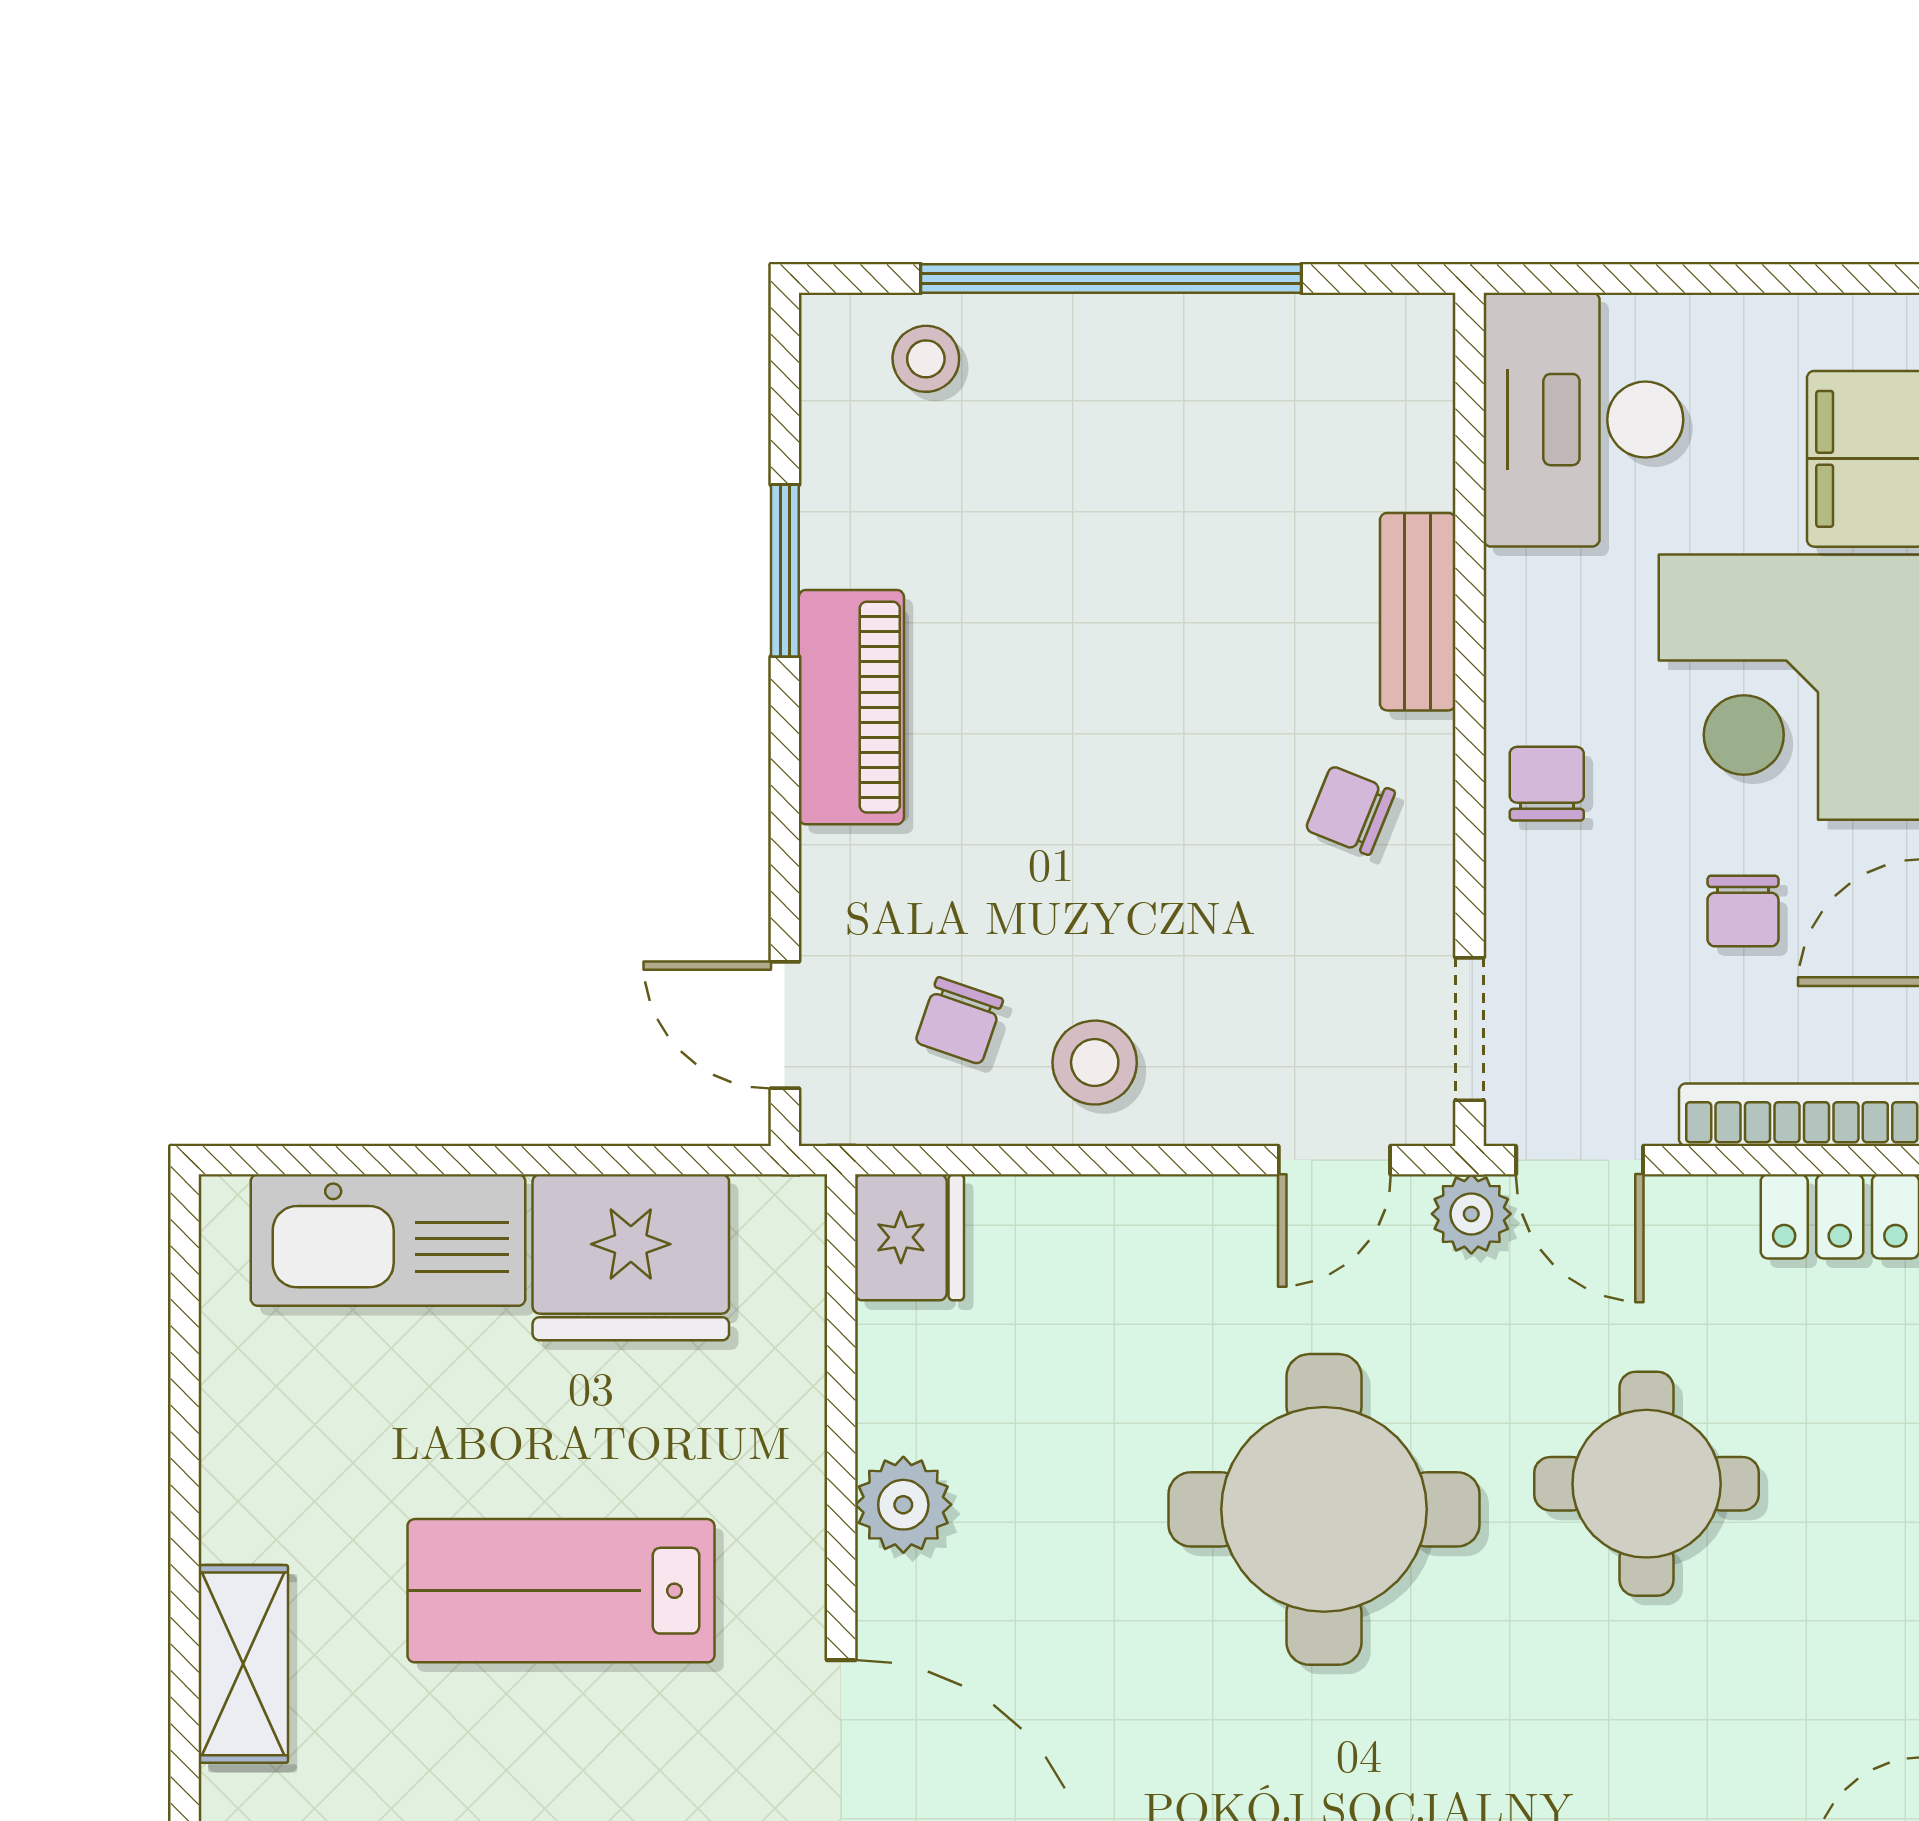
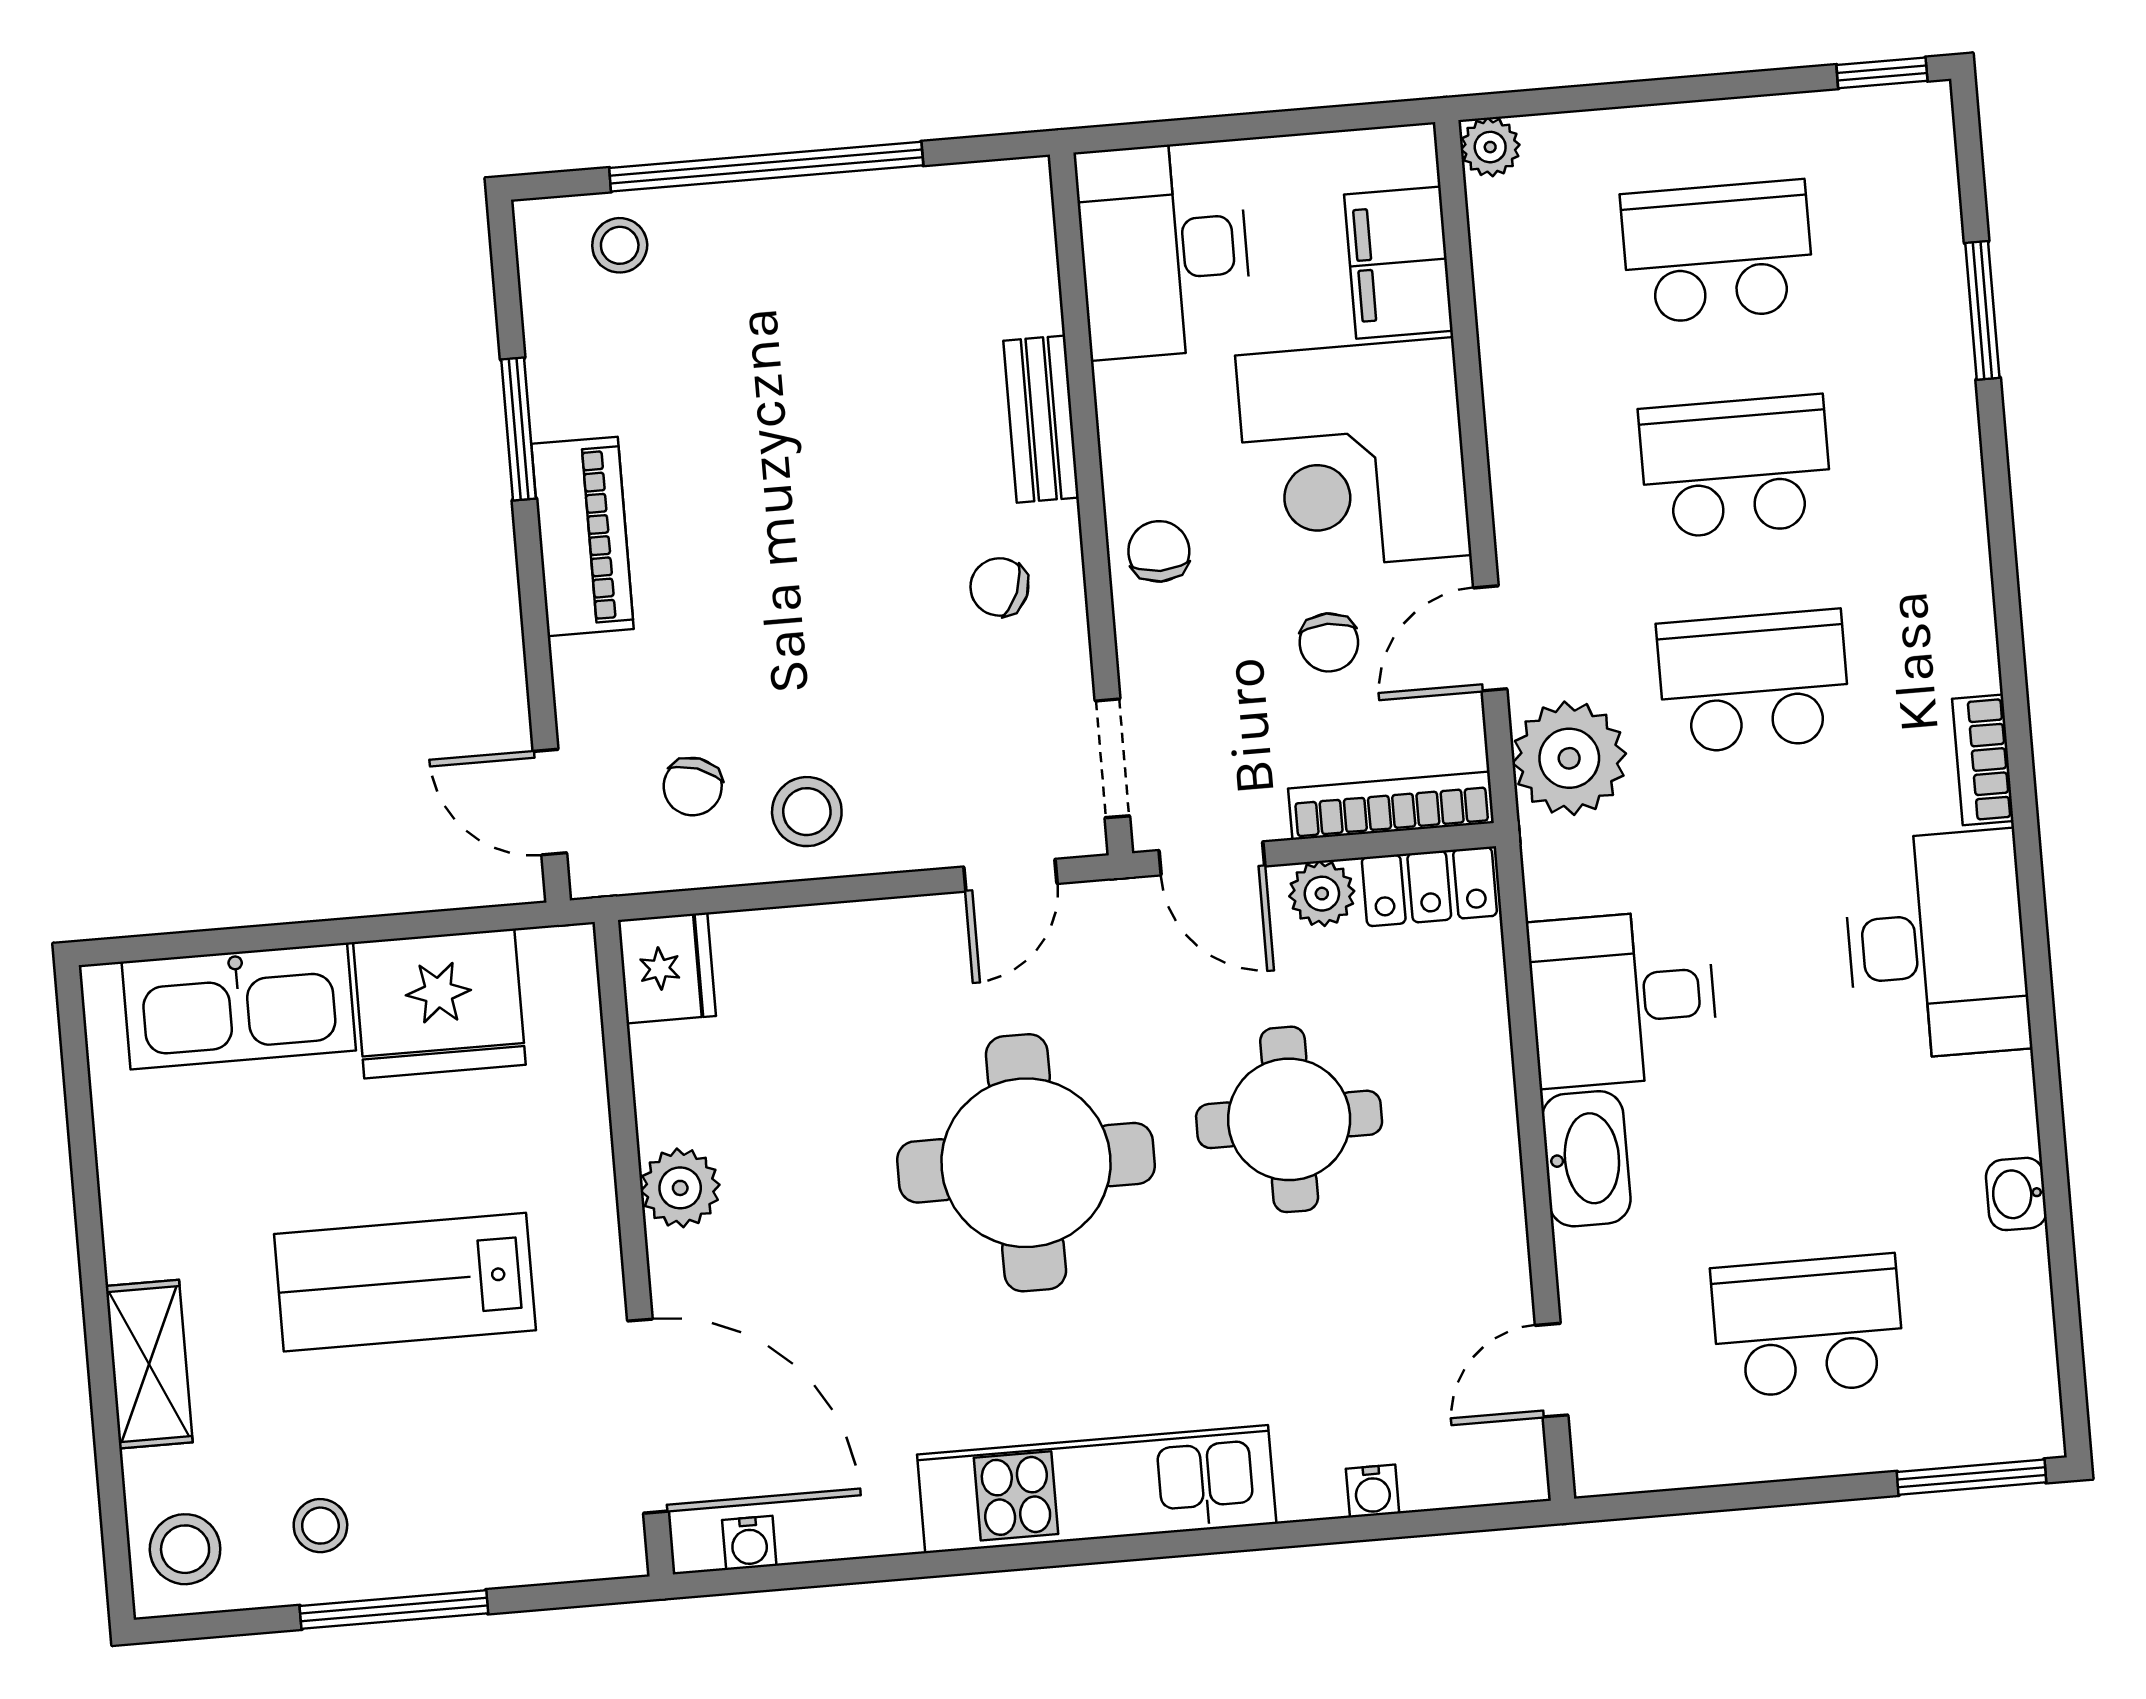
plant: (1471, 1214) -> (1322, 894), moved

